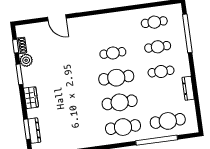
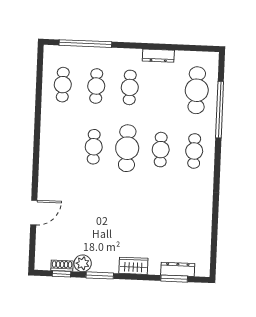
cafe table: (120, 102) -> (161, 150), width x0.73, depth x0.74
cafe table: (123, 127) -> (194, 151), width x0.73, depth x0.74

